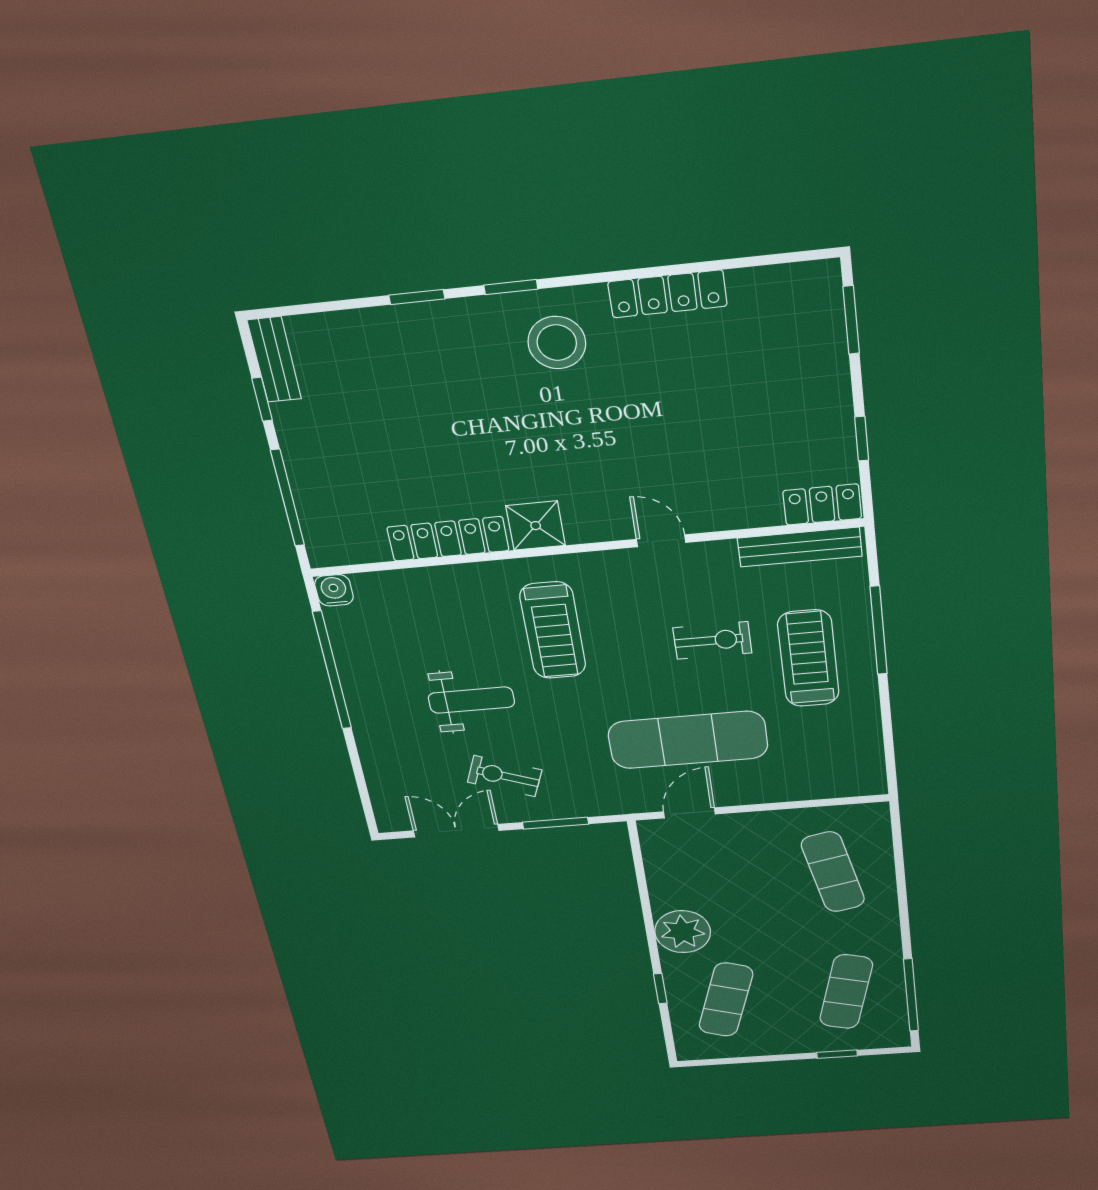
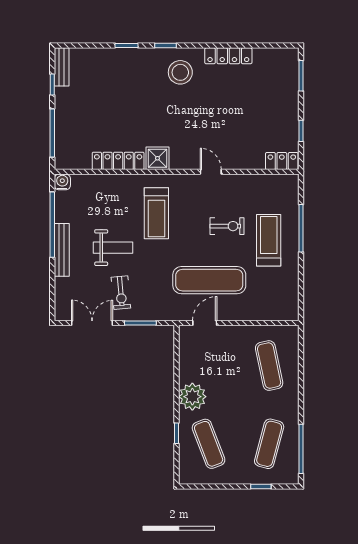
bench: (800, 547) -> (62, 250), moved, turned 90
exercise bike: (505, 776) -> (121, 293), turned -116
exercise mat: (726, 1000) -> (209, 444), turned -39

